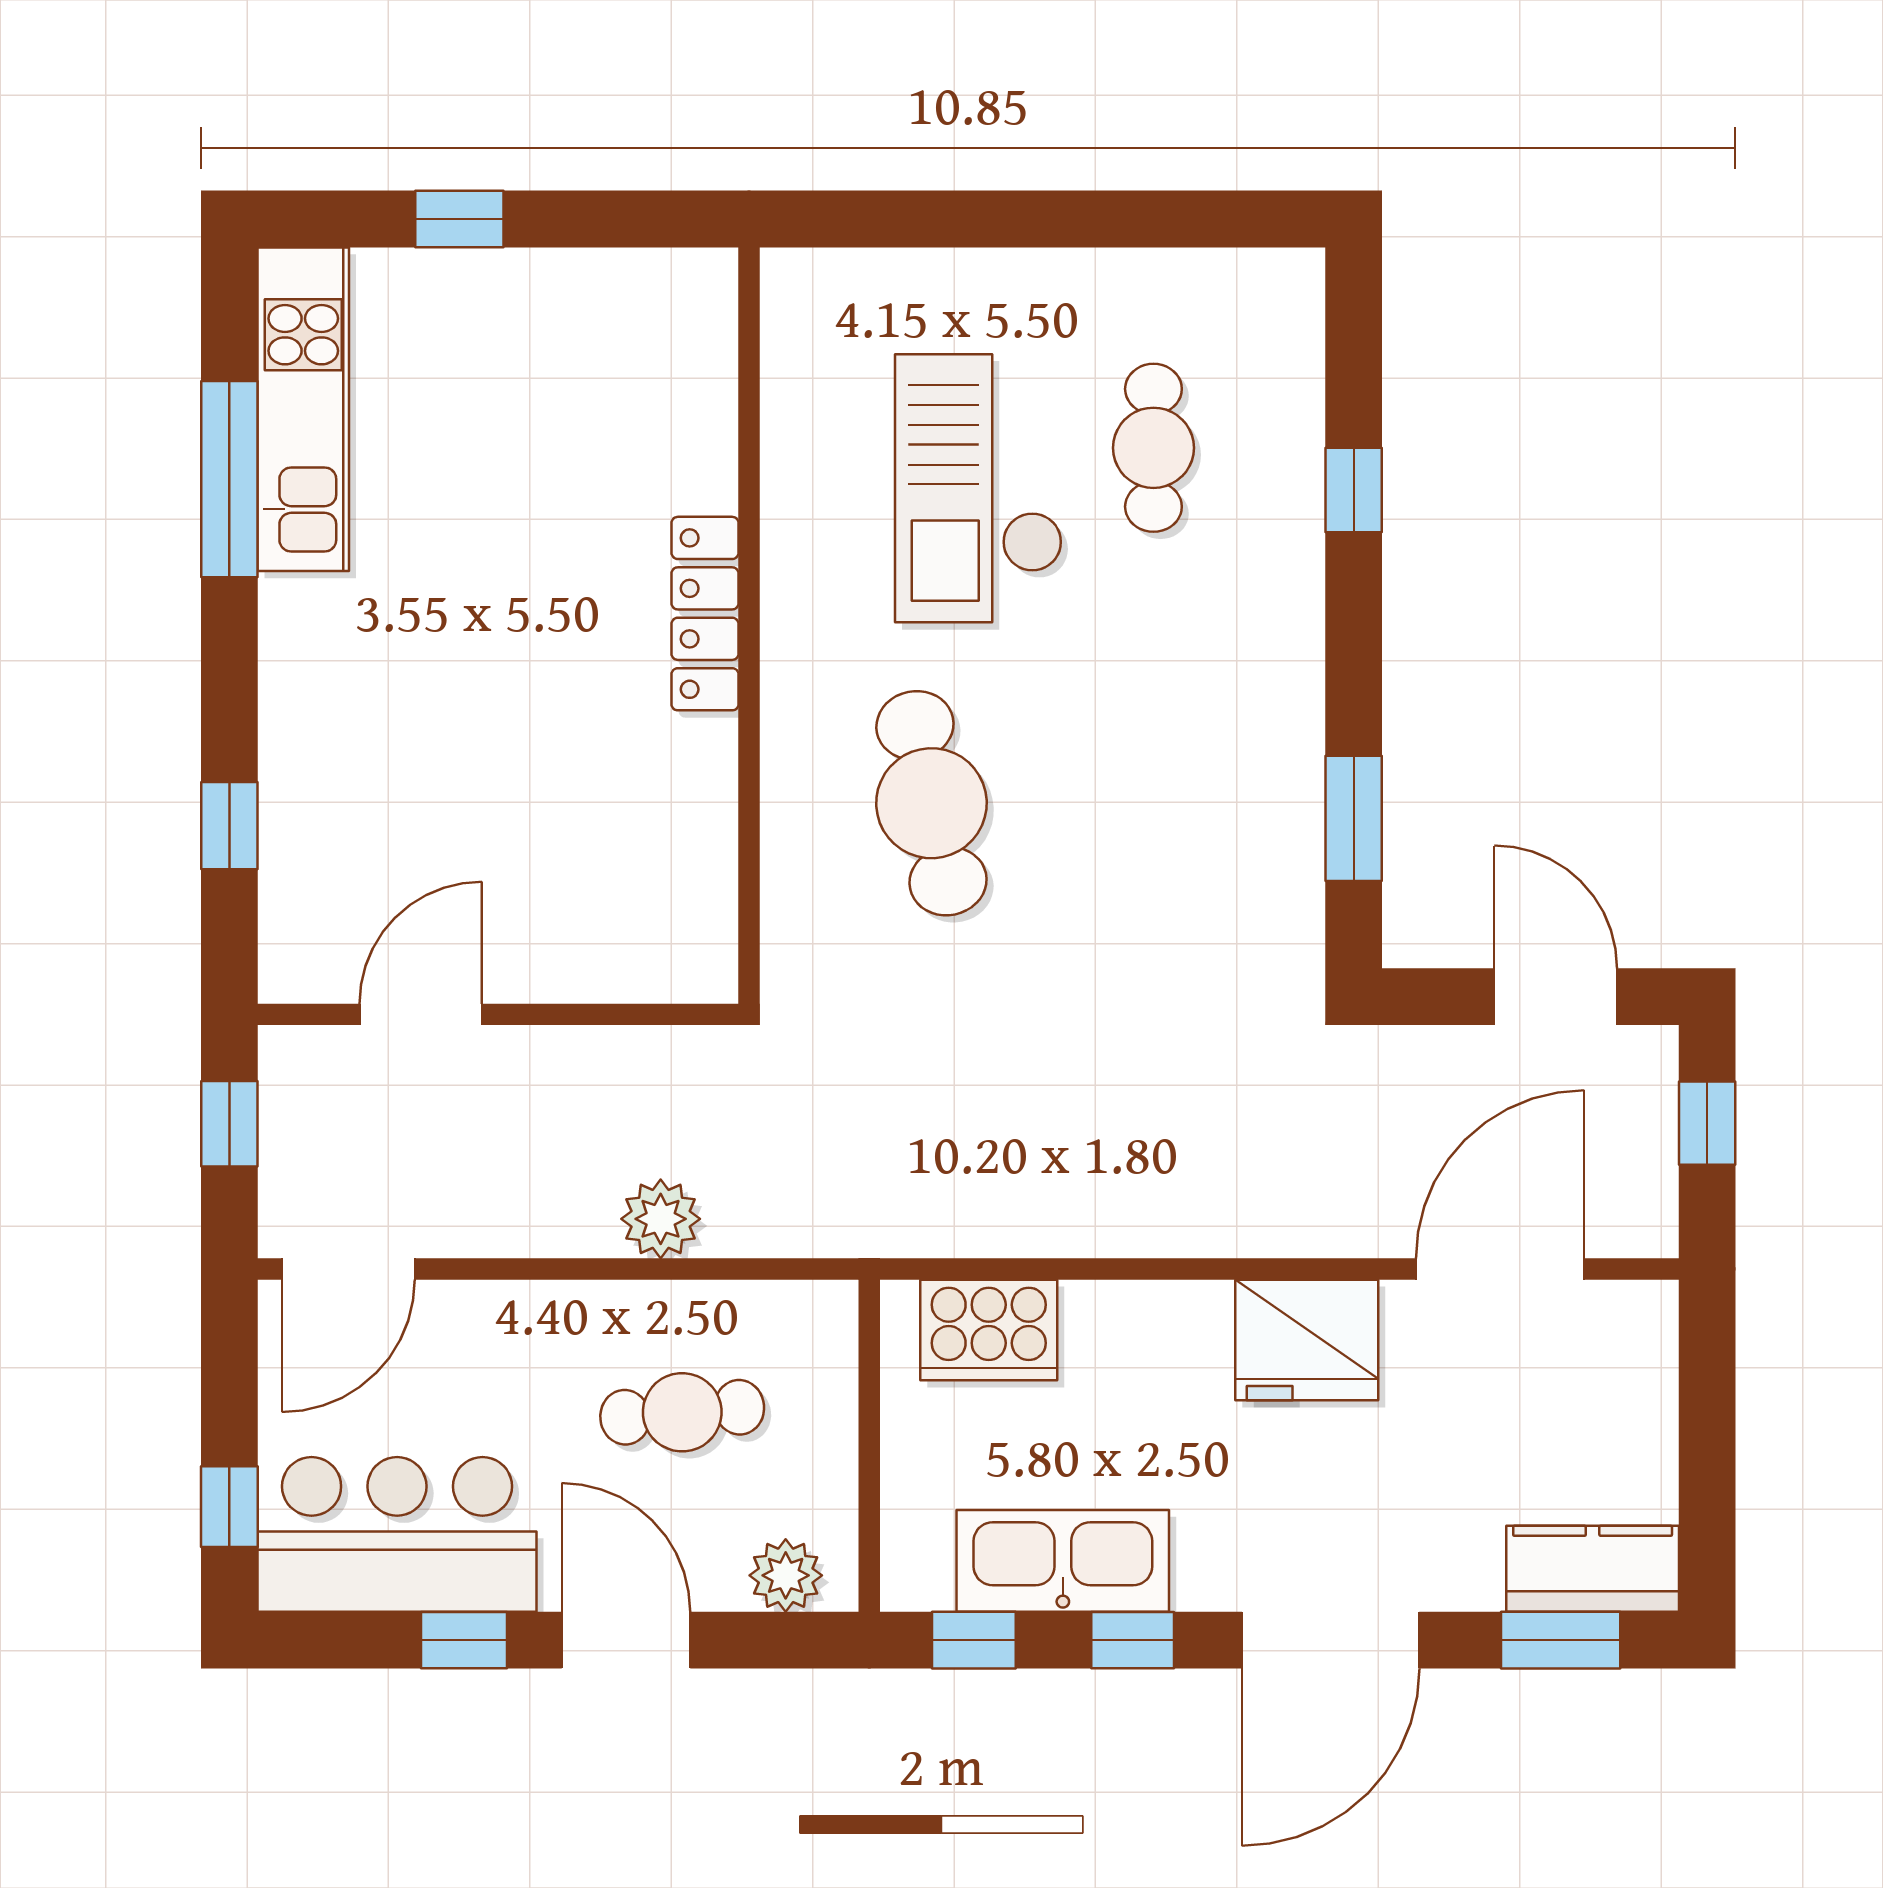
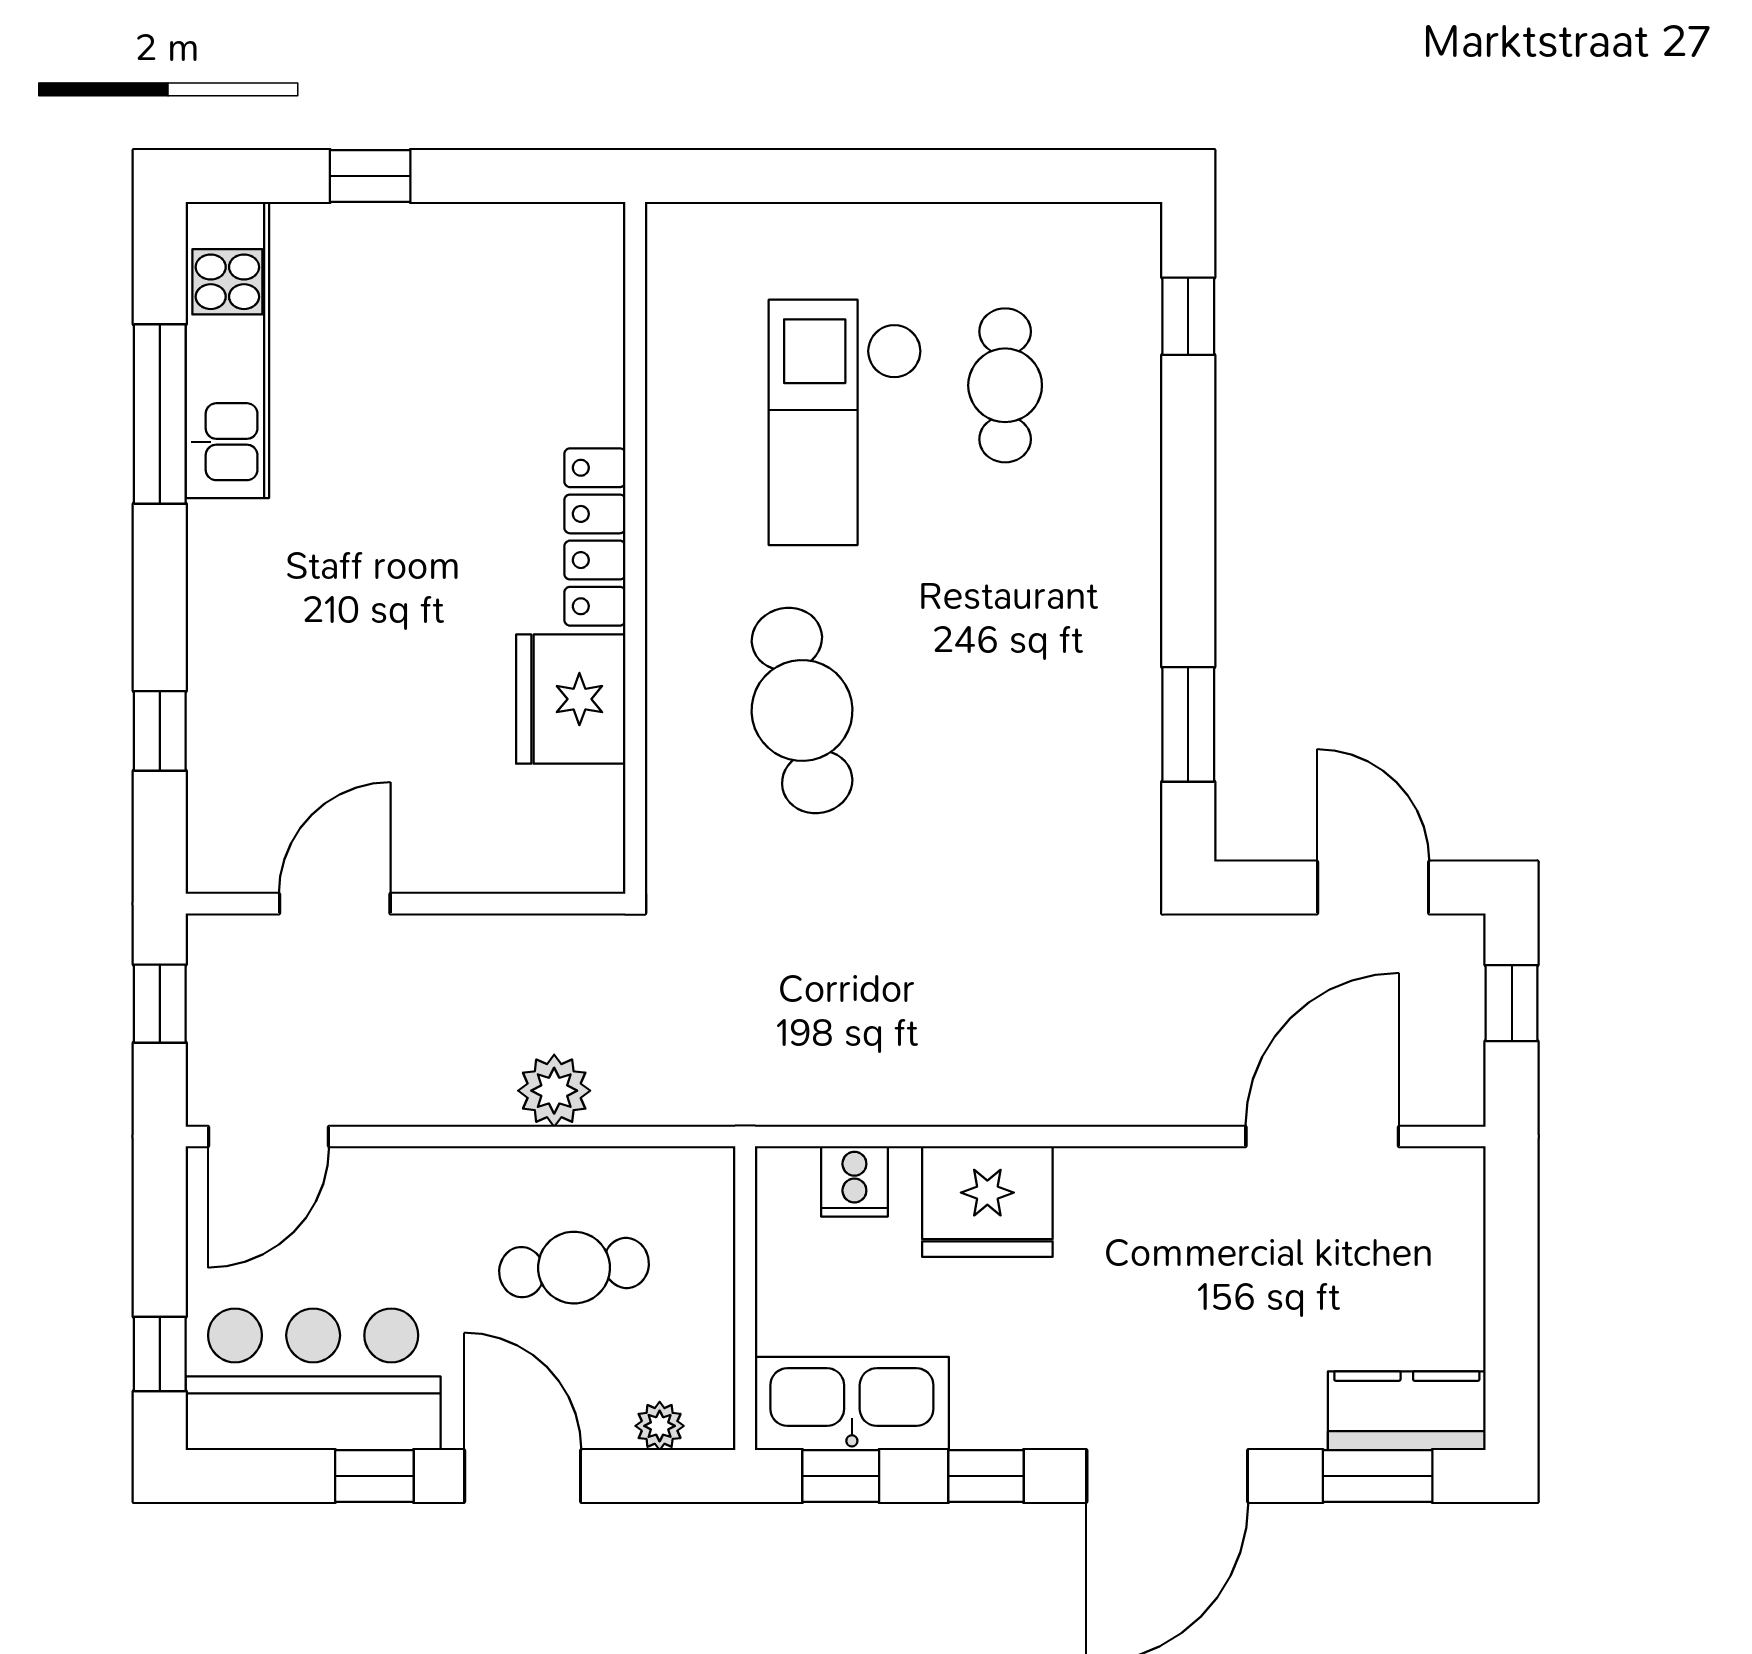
window: (1354, 490) -> (1188, 316), moved
fridge: (679, 791) -> (571, 699), added
cooker: (989, 1330) -> (854, 1181), width x0.53, depth x0.76
fridge: (1307, 1340) -> (987, 1201), moved
kitchen sink: (1063, 1561) -> (852, 1404), moved
plant: (786, 1575) -> (660, 1426), width x0.73, depth x0.73

